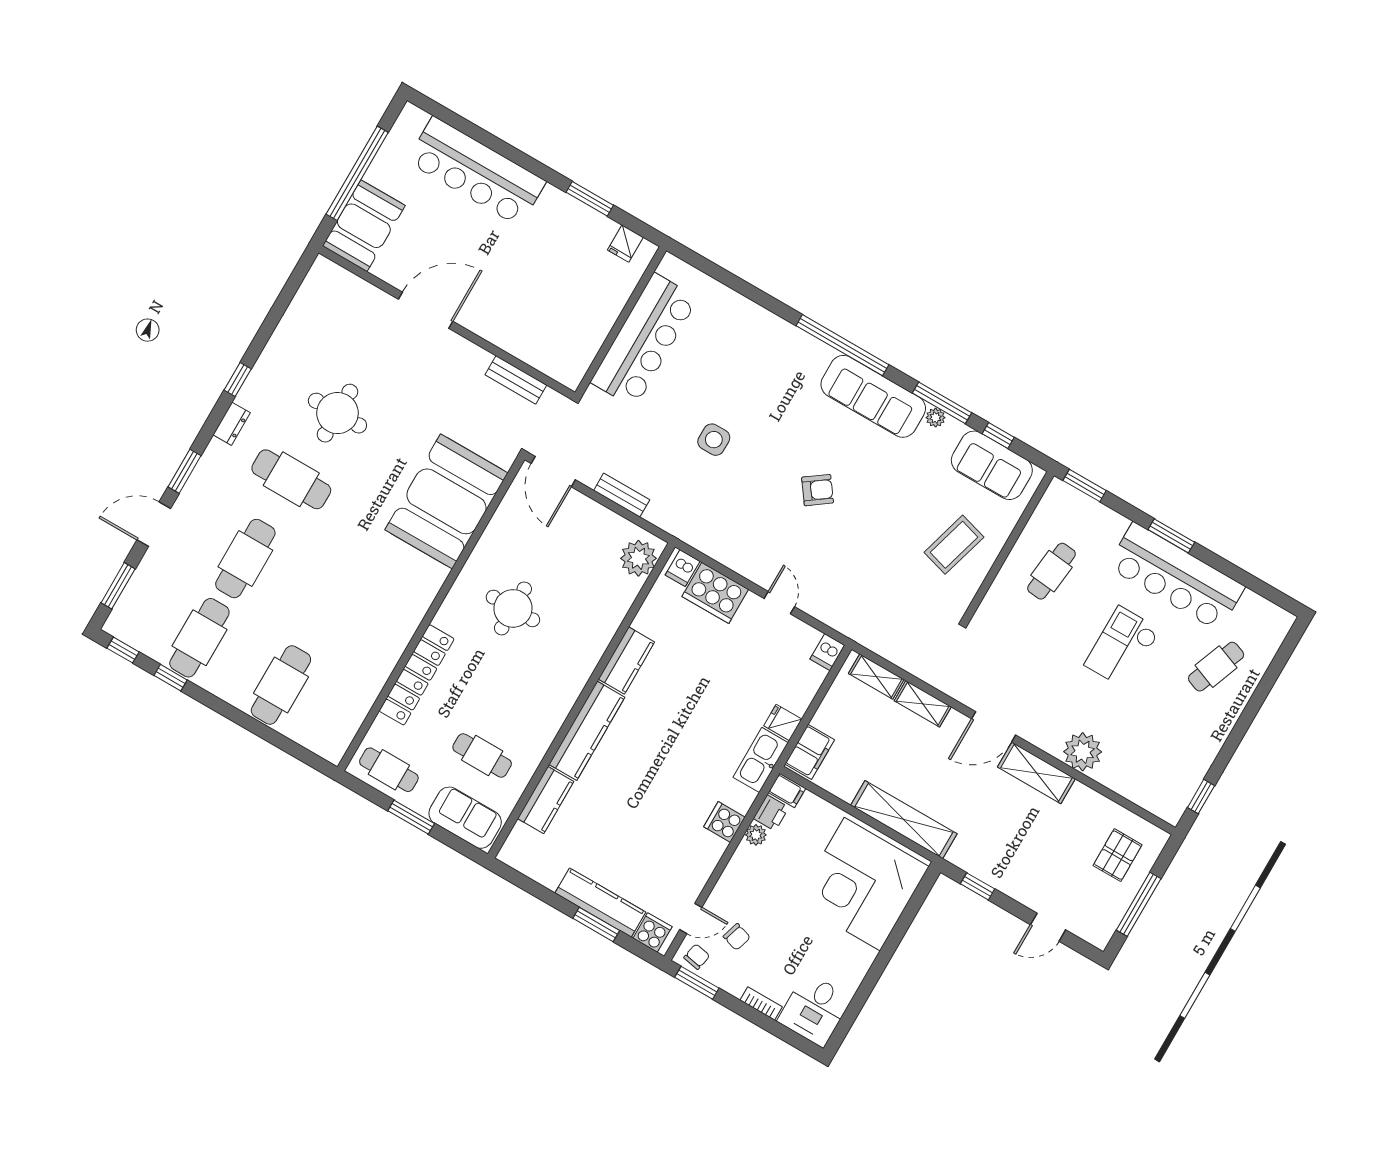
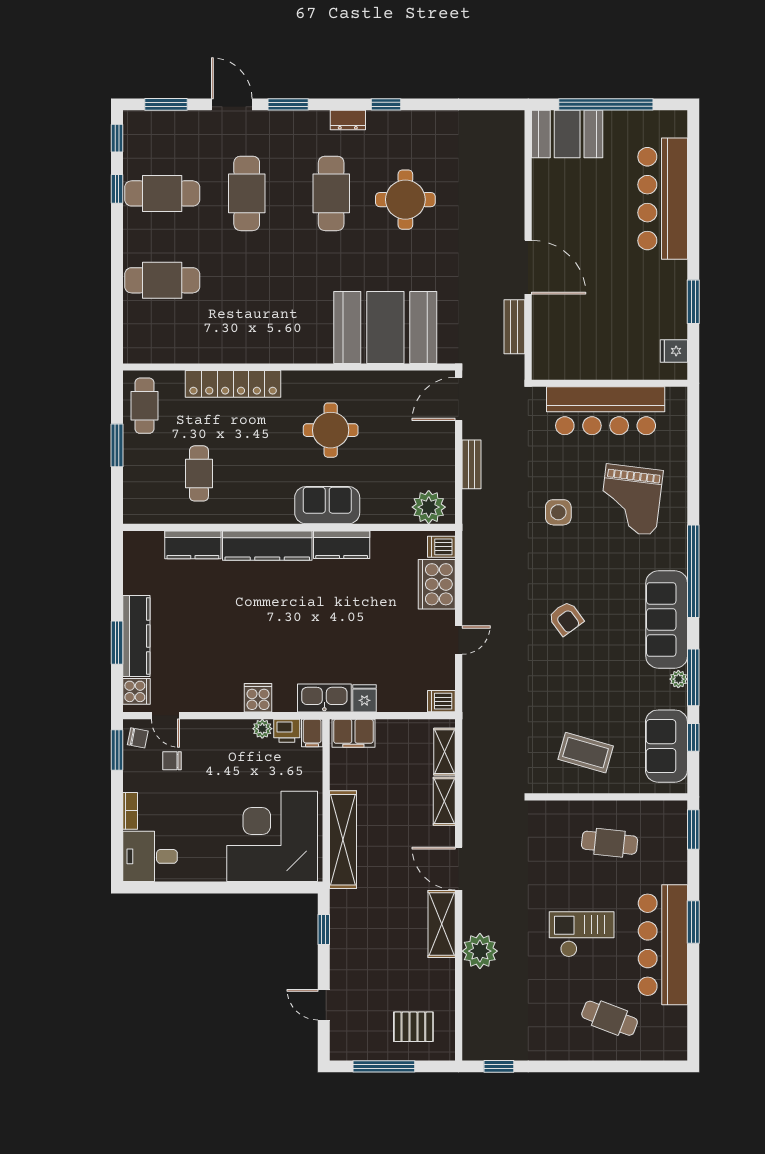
door: (426, 310) -> (528, 267), moved
grand piano: (741, 365) -> (631, 500), added
cafe table: (245, 559) -> (247, 193), turned 90
sofa: (465, 818) -> (327, 505), moved, turned -90
chair: (737, 937) -> (172, 761), turned 73

